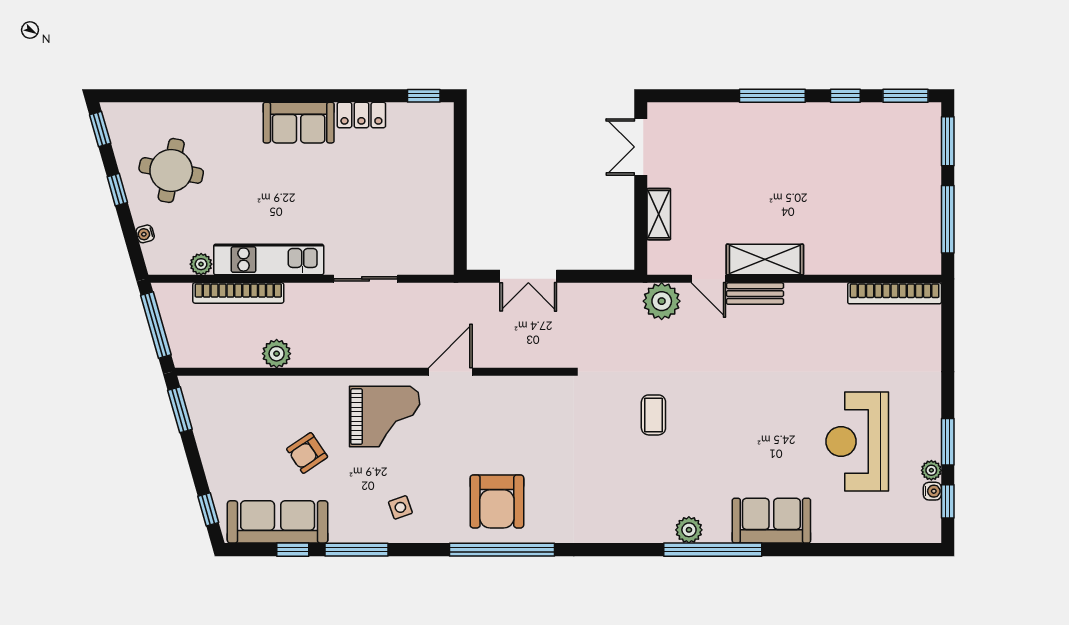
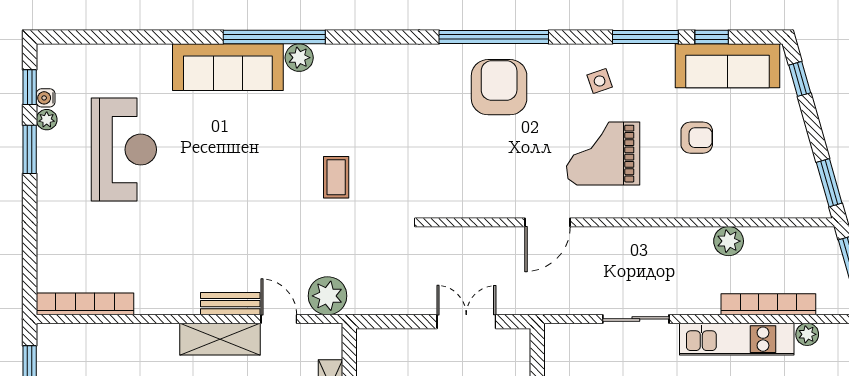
grand piano: (385, 417) -> (603, 154), moved
armchair: (307, 453) -> (697, 138), turned 34
sofa: (771, 521) -> (228, 67), width x1.36

